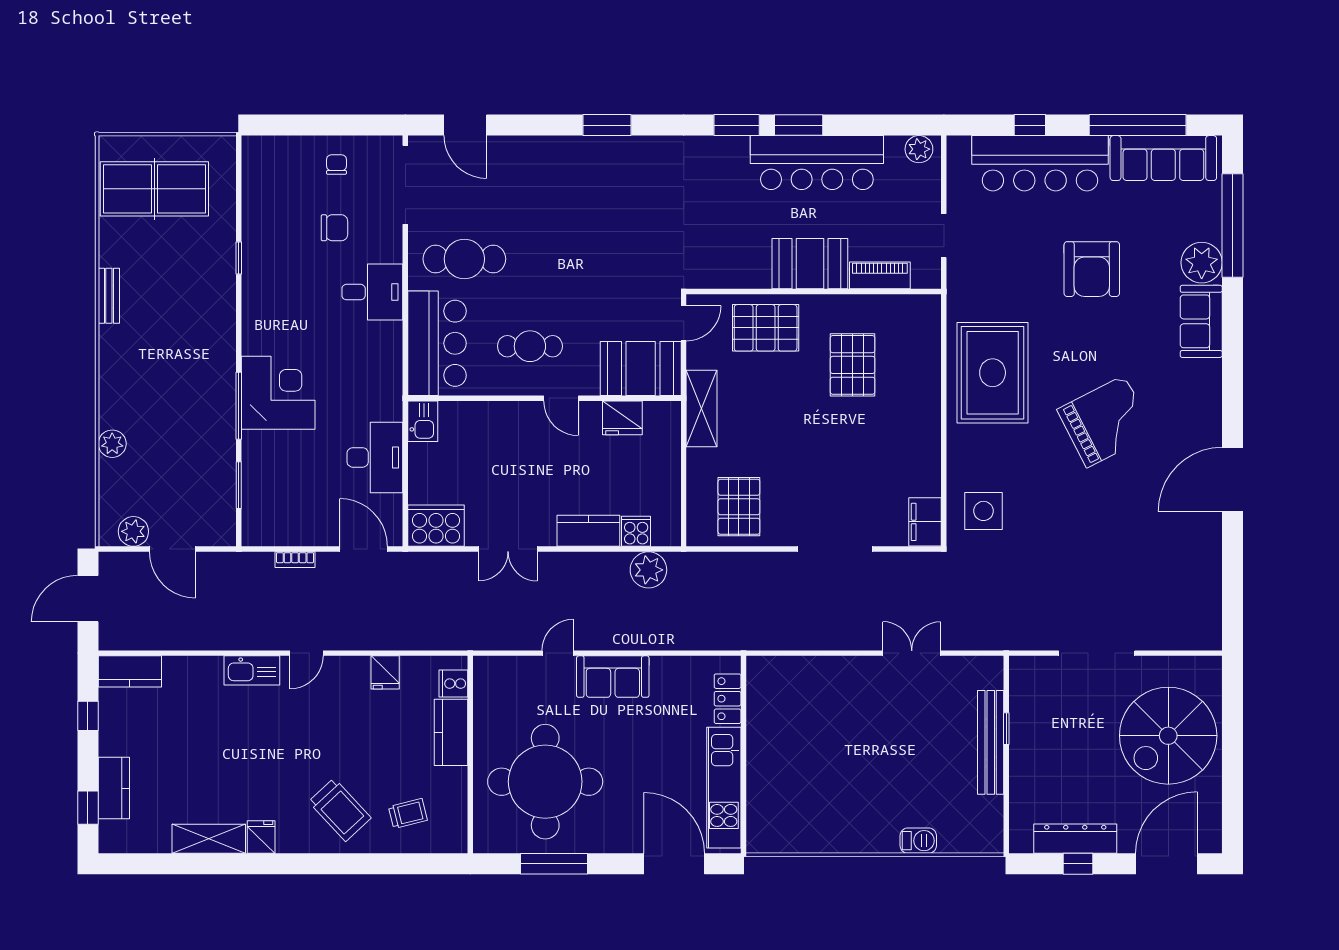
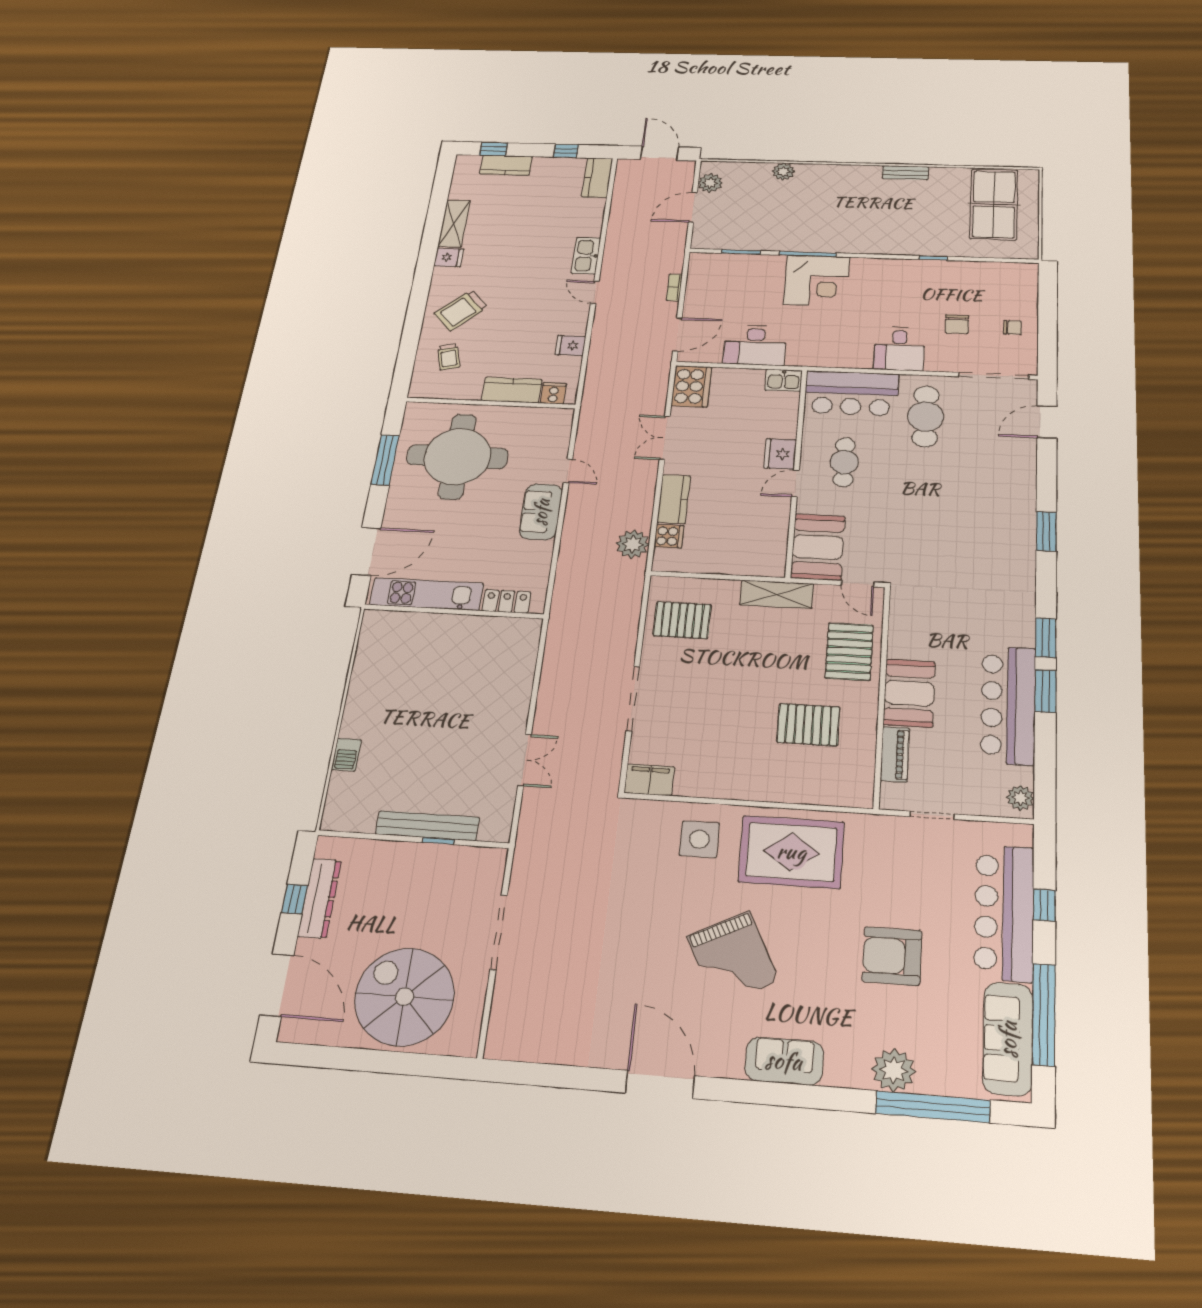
sofa: (1201, 321) -> (784, 1061), moved
fridge: (622, 418) -> (780, 454), moved
side table: (983, 511) -> (699, 839), moved

